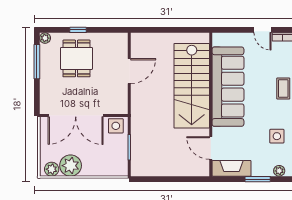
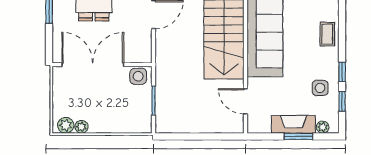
double door: (76, 116) -> (93, 65), swing flipped
plant: (71, 166) -> (81, 127), width x0.53, depth x0.53
fireplace: (231, 168) -> (293, 124), moved

